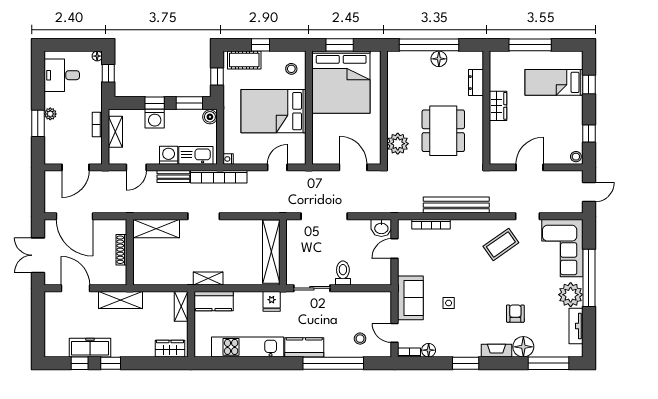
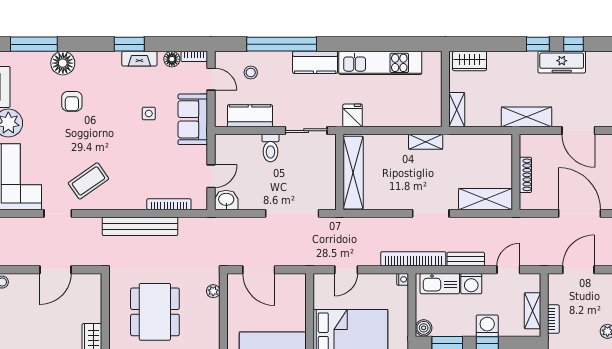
plant: (398, 144) -> (213, 291), width x0.53, depth x0.53
kitchen counter: (214, 301) -> (250, 116), moved
fireplace: (497, 351) -> (139, 59), moved

